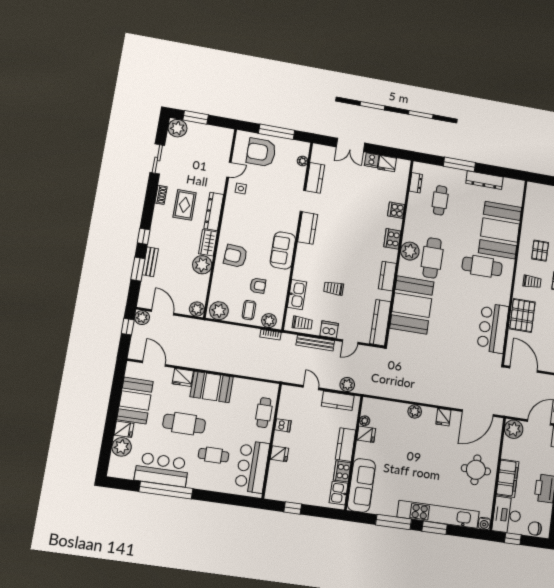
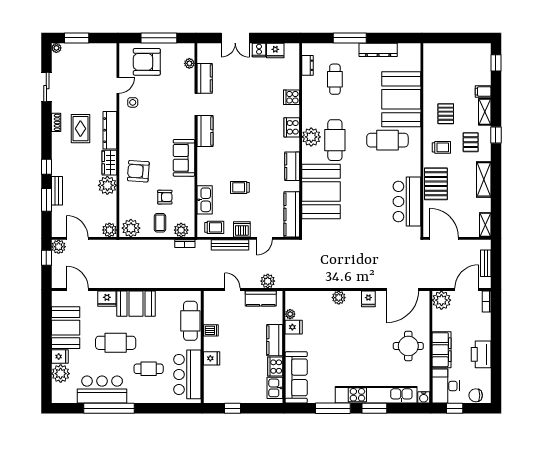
plant: (177, 128) -> (56, 48), width x0.53, depth x0.53
cafe table: (264, 413) -> (190, 321), width x1.37, depth x1.35

